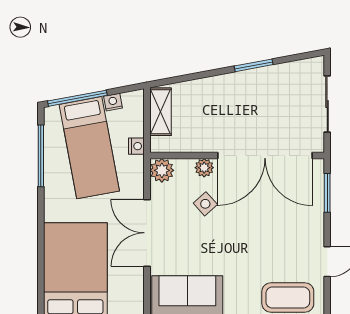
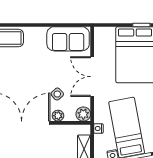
double door: (147, 233) -> (92, 77), swing flipped

